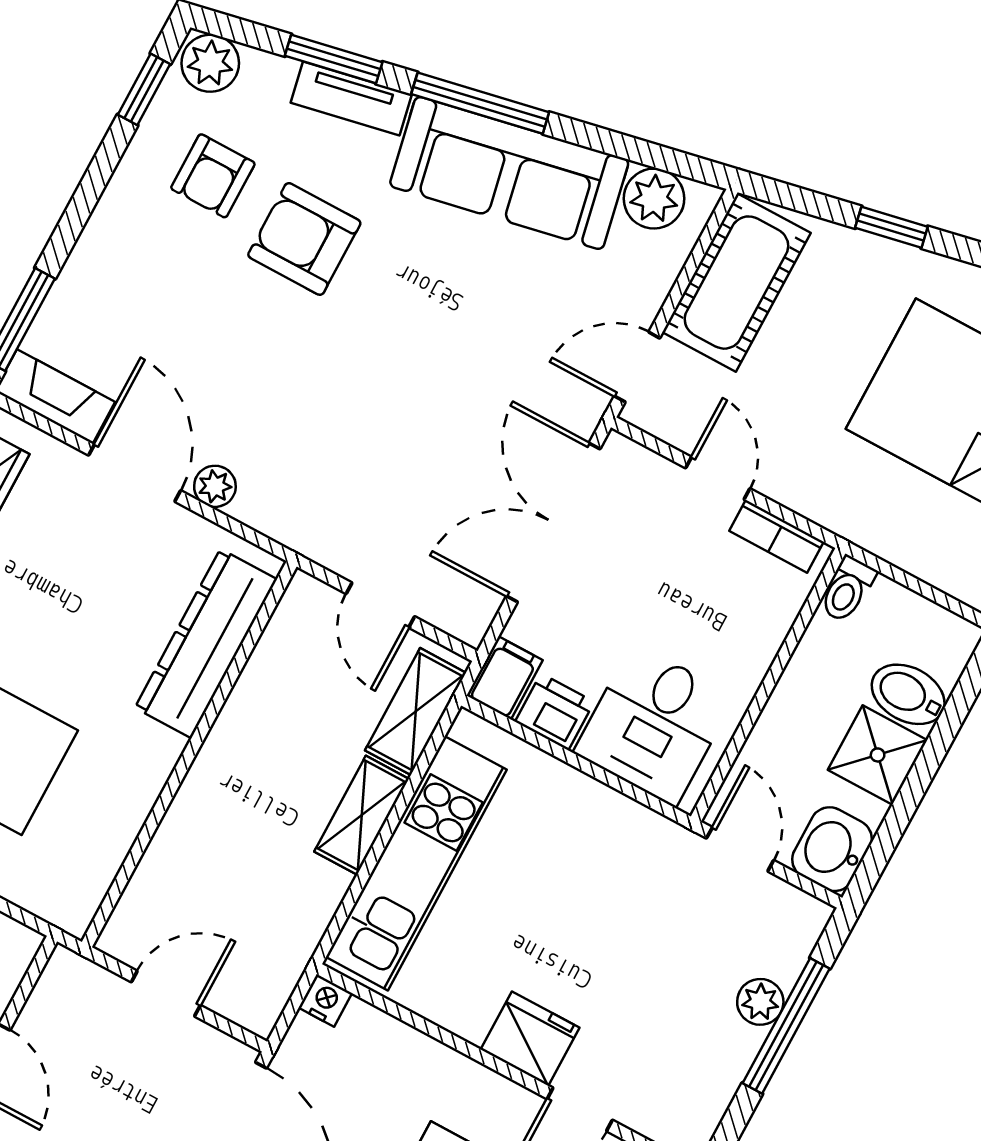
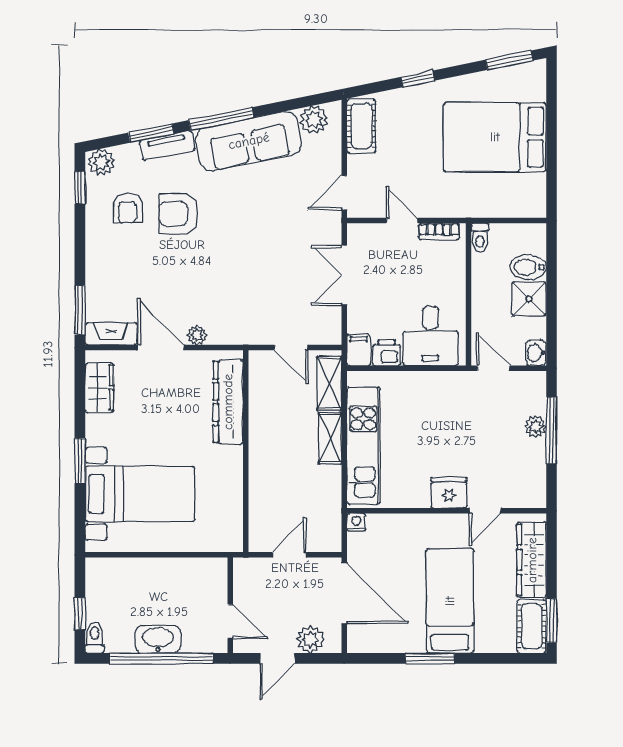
cot: (736, 283) -> (361, 126), width x0.73, depth x0.75
double door: (553, 522) -> (344, 275), width x0.73
washbasin: (832, 849) -> (536, 353), width x0.72, depth x0.69

